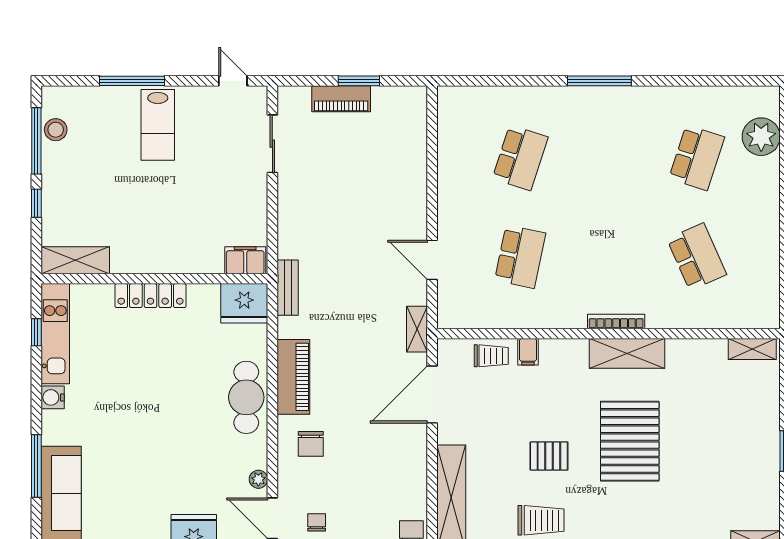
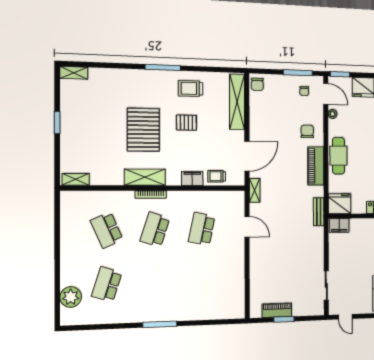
piano: (341, 99) -> (277, 310), moved
school desk: (520, 158) -> (155, 229), moved
filing cabinet: (528, 352) -> (192, 178), width x2.00

